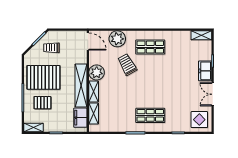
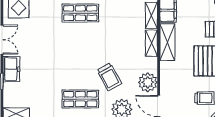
plant: (97, 72) -> (148, 82), moved
shelving: (81, 86) -> (167, 42), width x0.68

